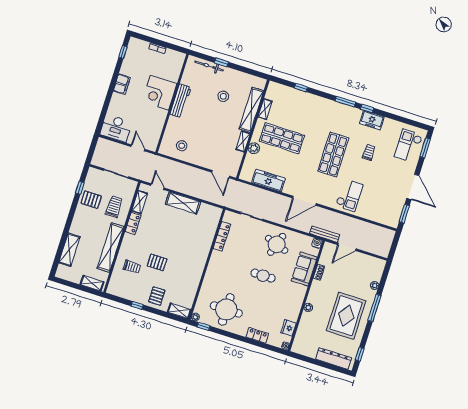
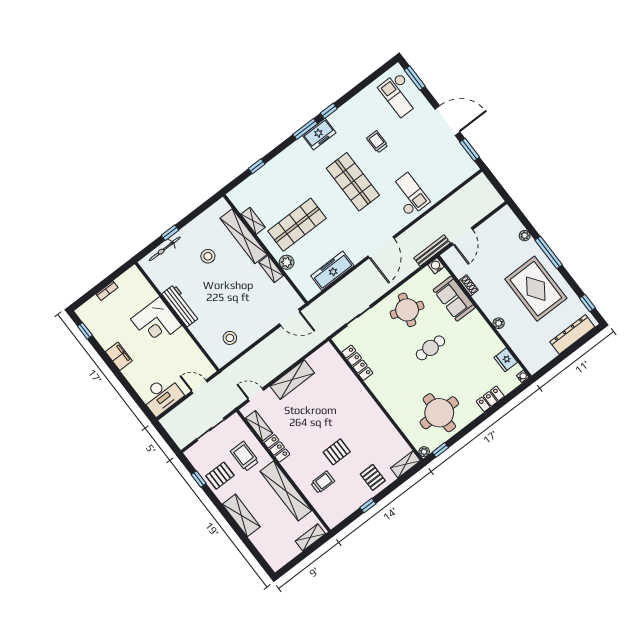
freezer: (372, 120) -> (319, 134), moved
shelving: (70, 250) -> (241, 515), moved

